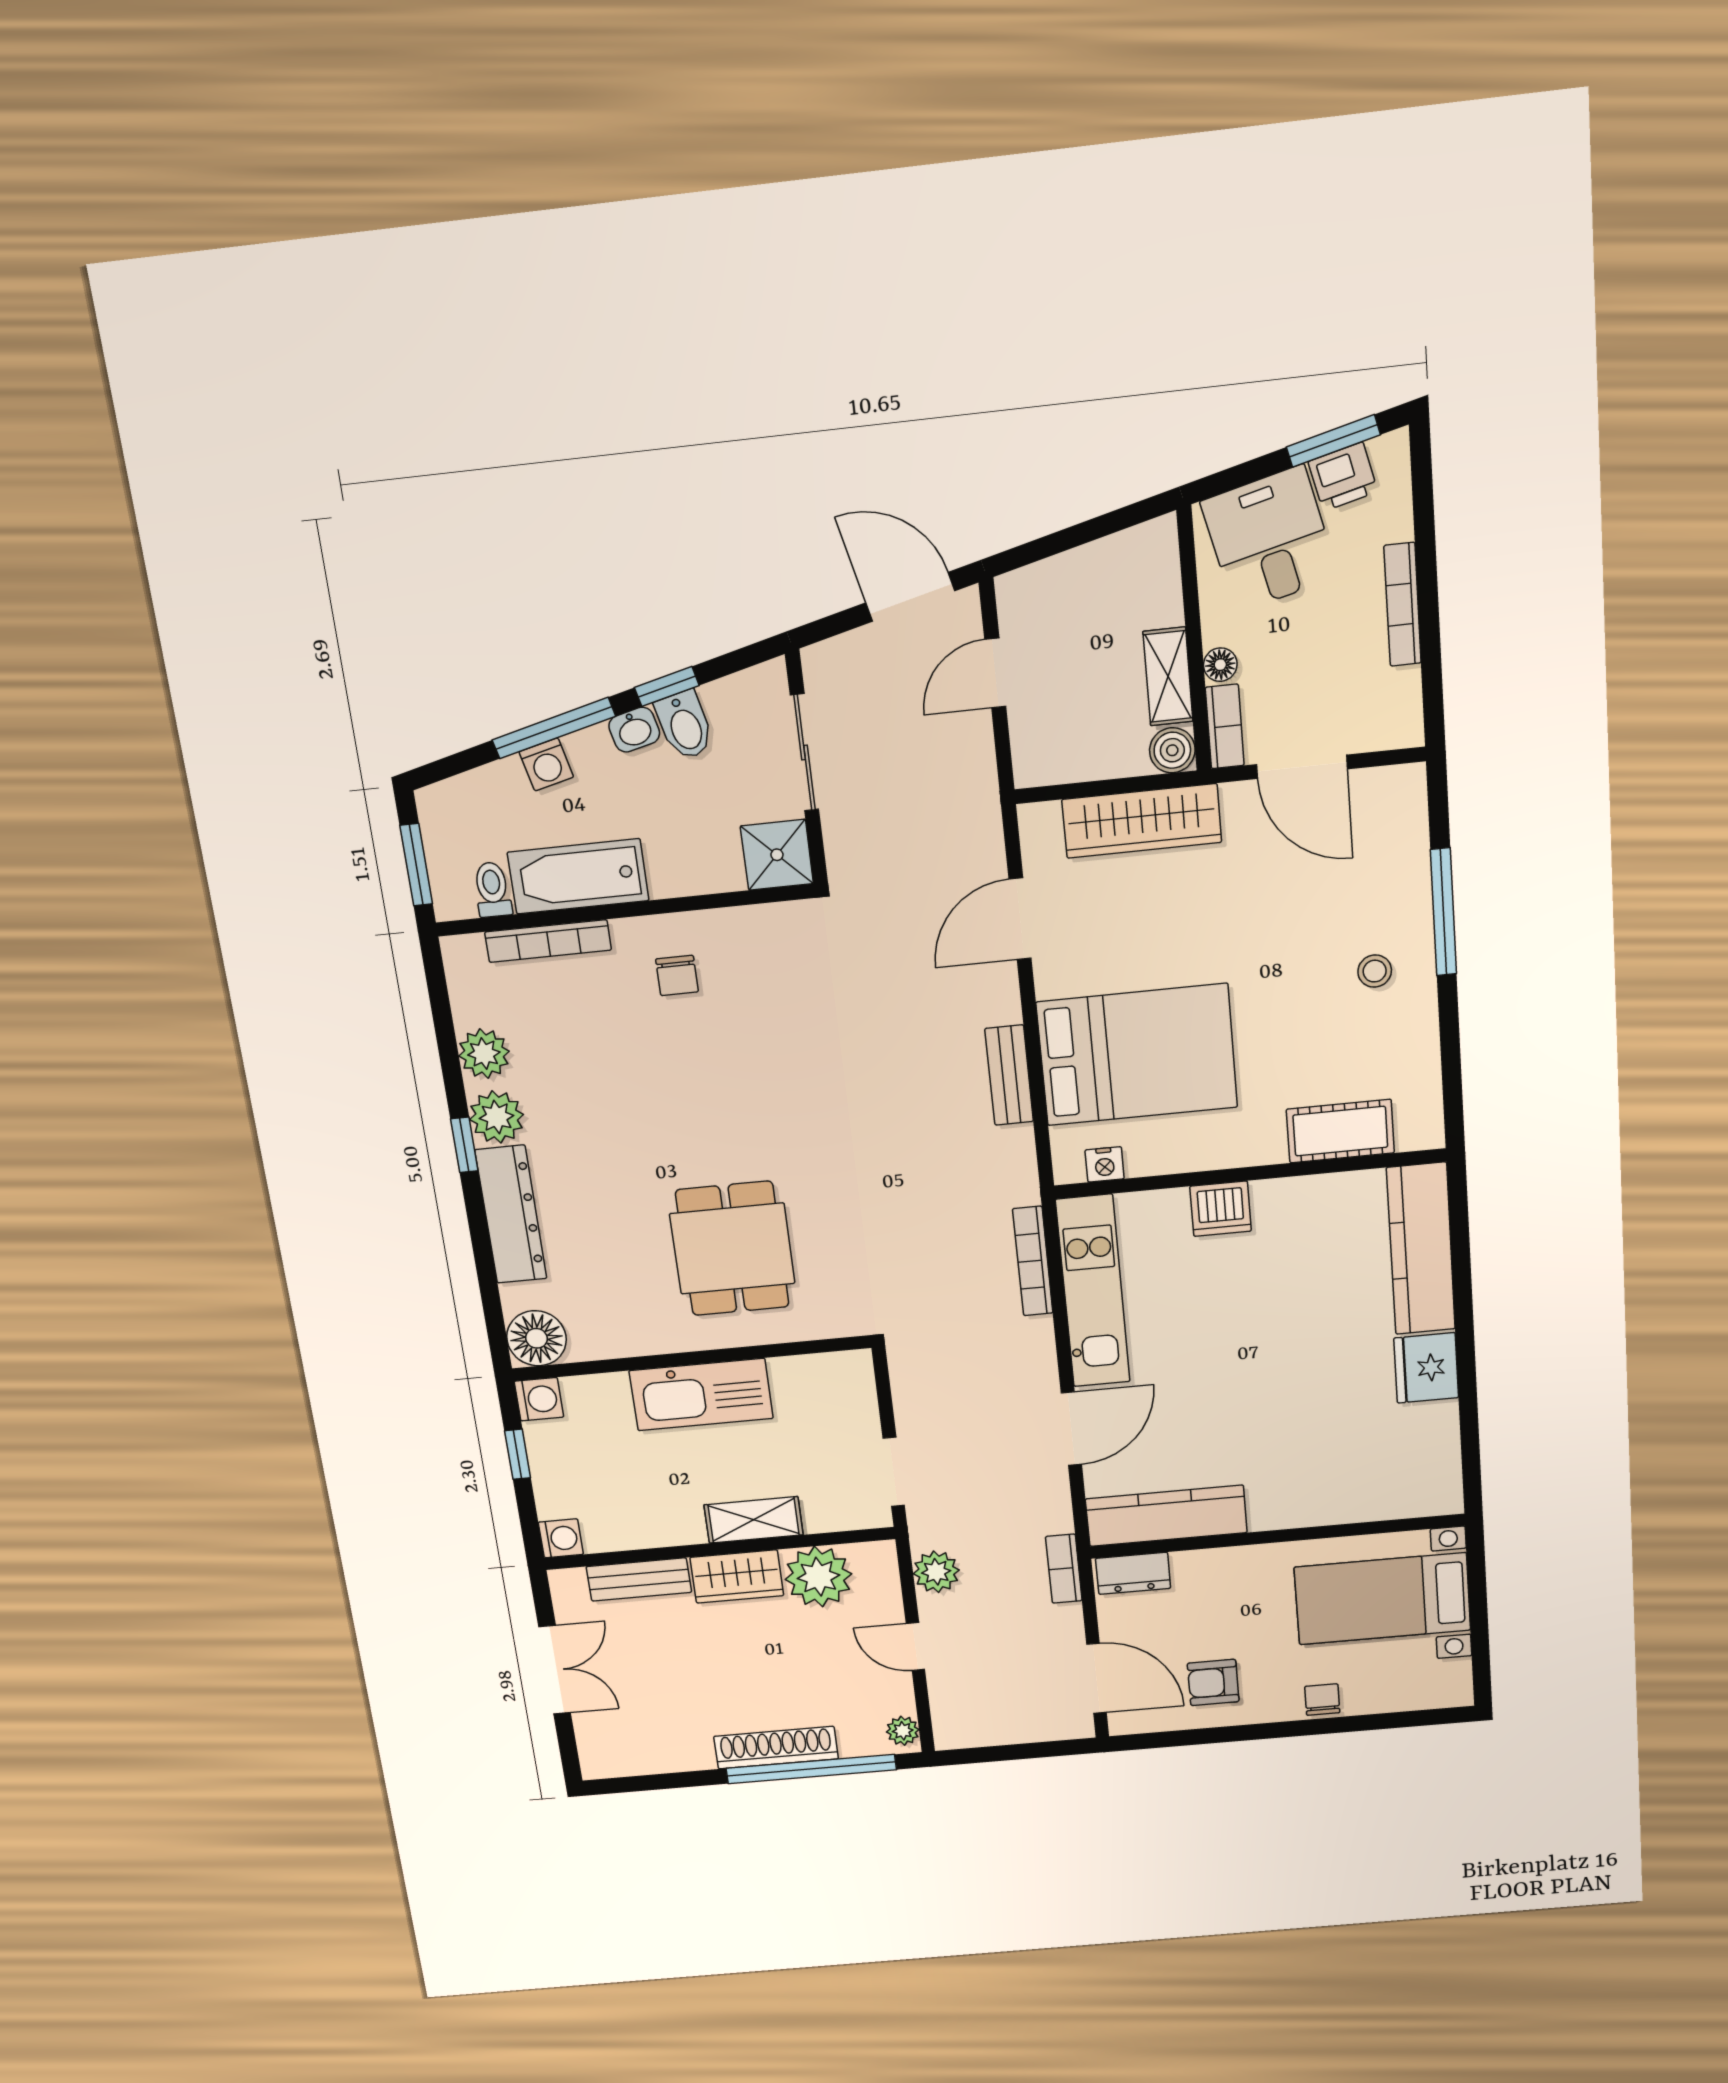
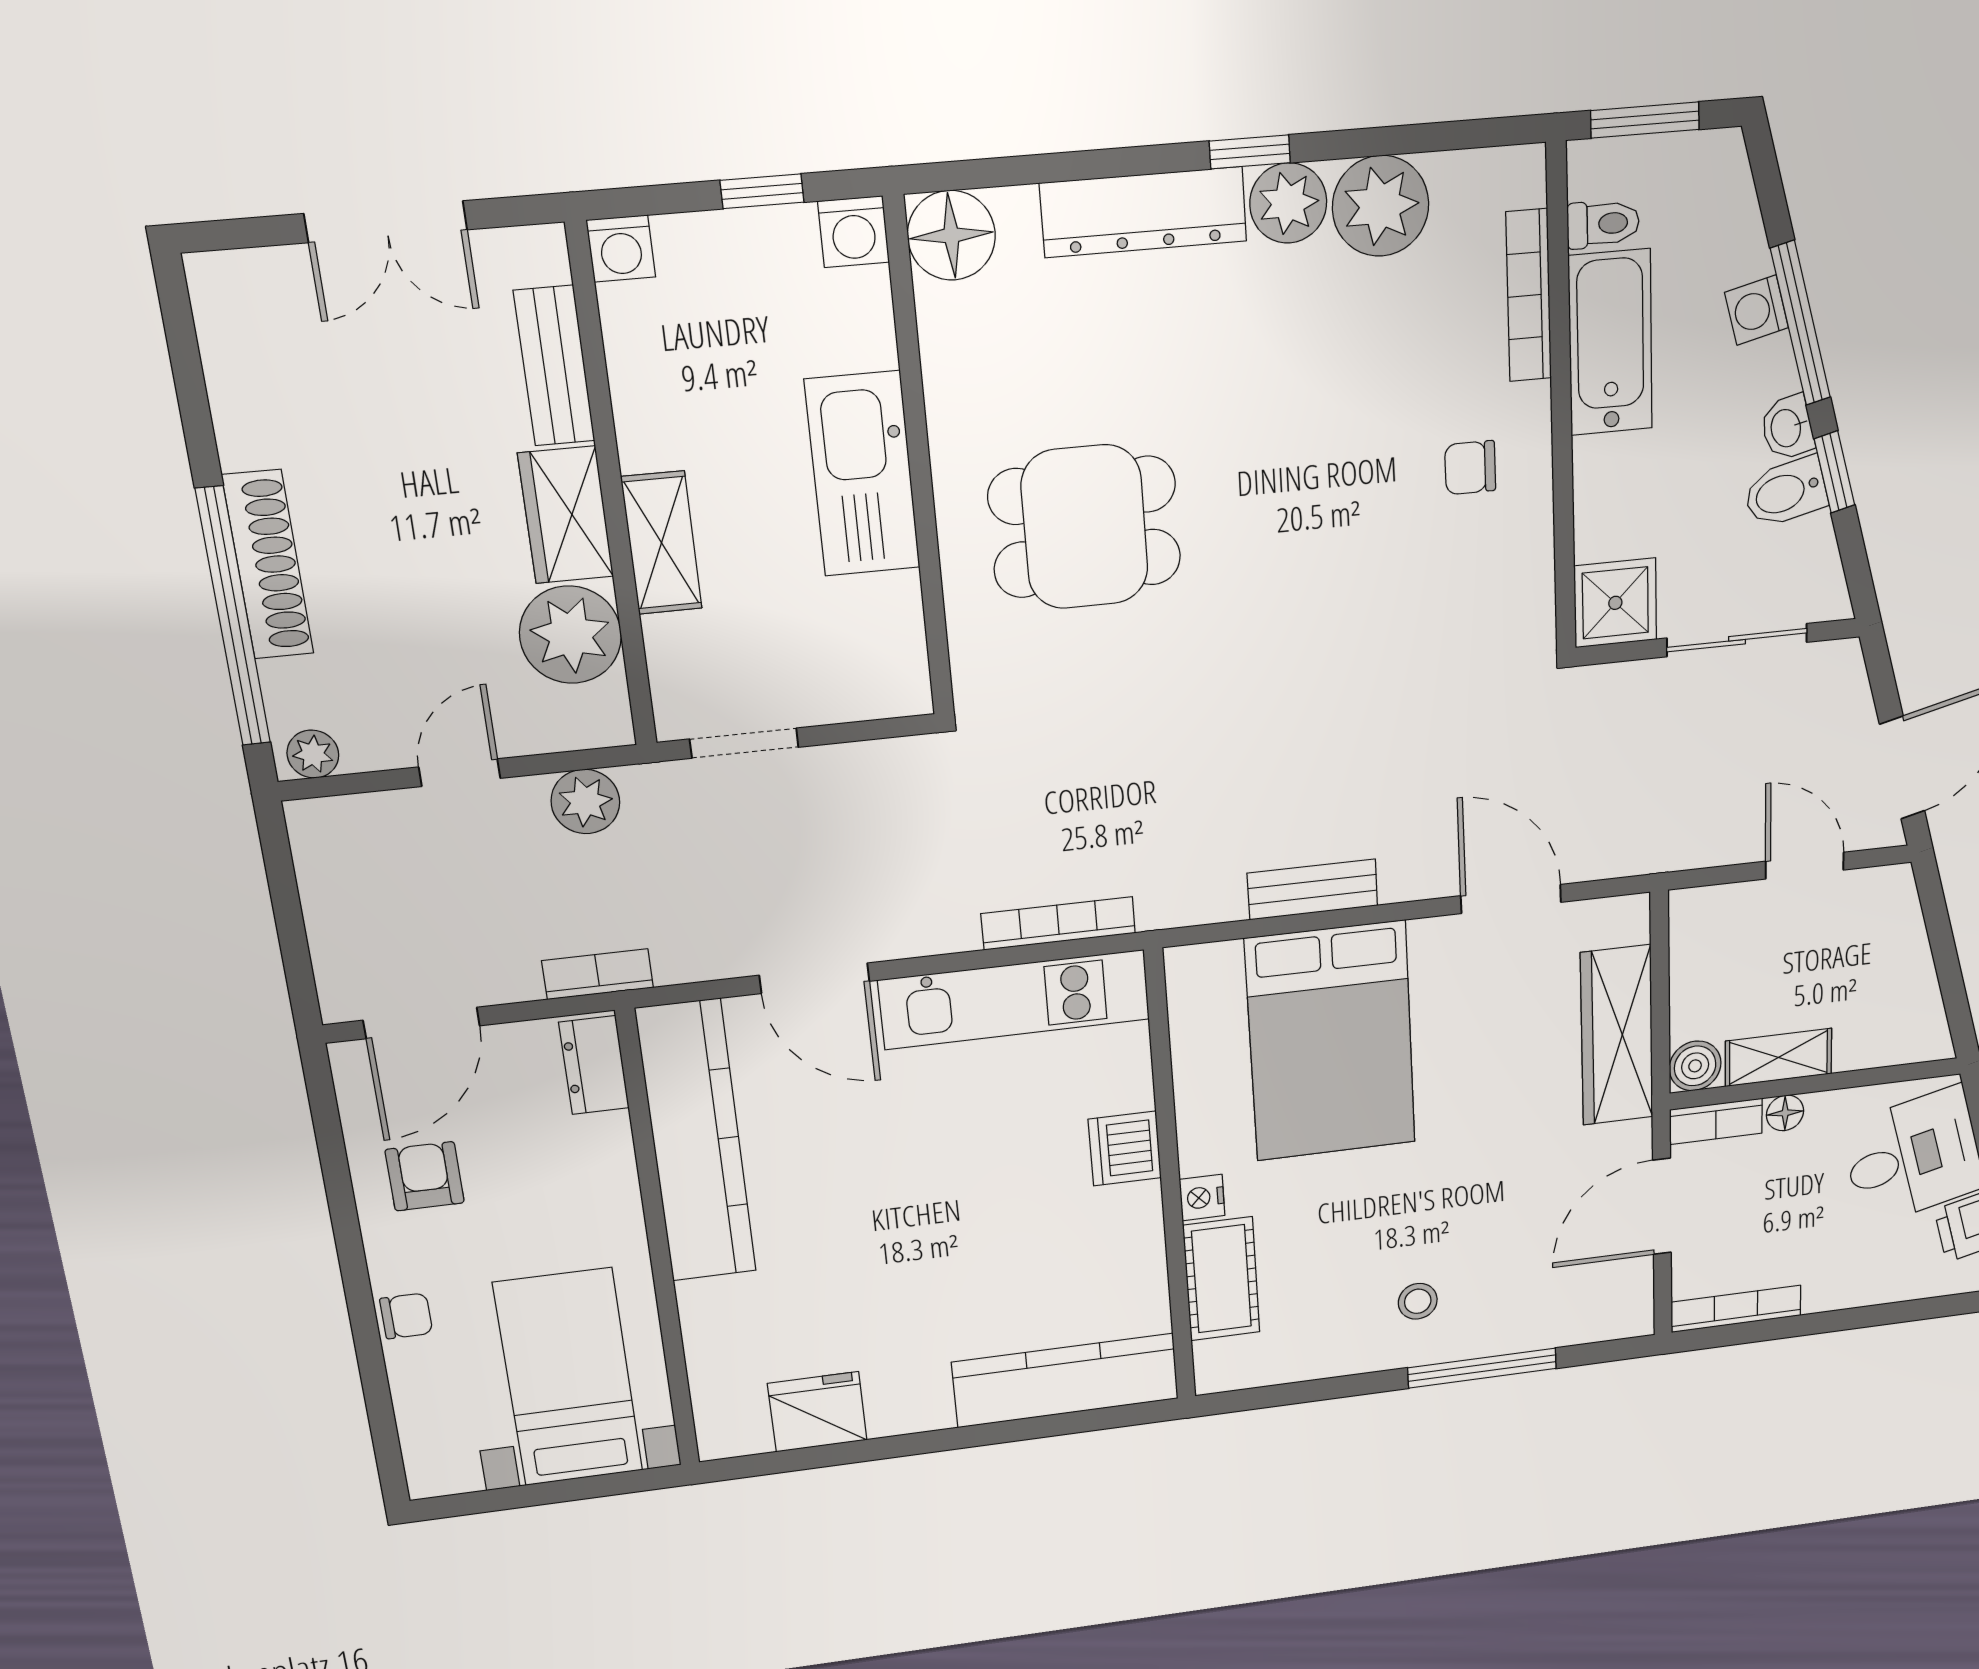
bookcase: (1403, 604) -> (1736, 1309), moved
plant: (484, 1054) -> (1381, 206), width x1.36, depth x1.36
nightstand: (1105, 1164) -> (1202, 1198), moved
fridge: (1426, 1368) -> (817, 1412), moved
kitchen counter: (1166, 1516) -> (696, 1142), width x1.39, depth x1.17

